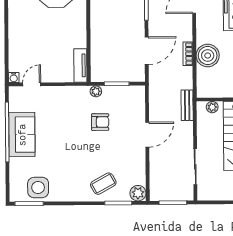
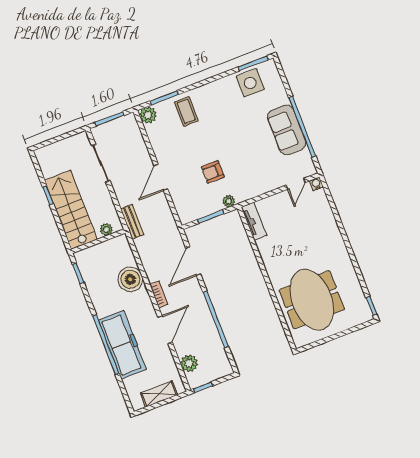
bookcase: (188, 54) -> (159, 294), moved
coffee table: (103, 184) -> (186, 112), turned -61

